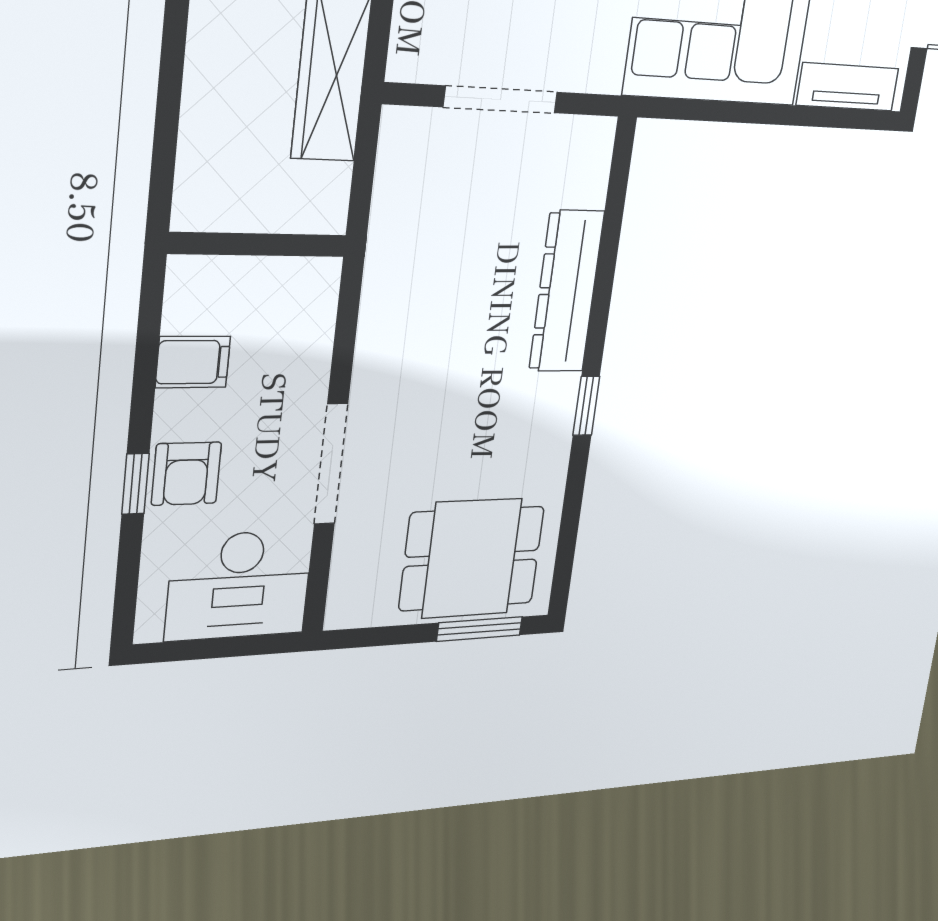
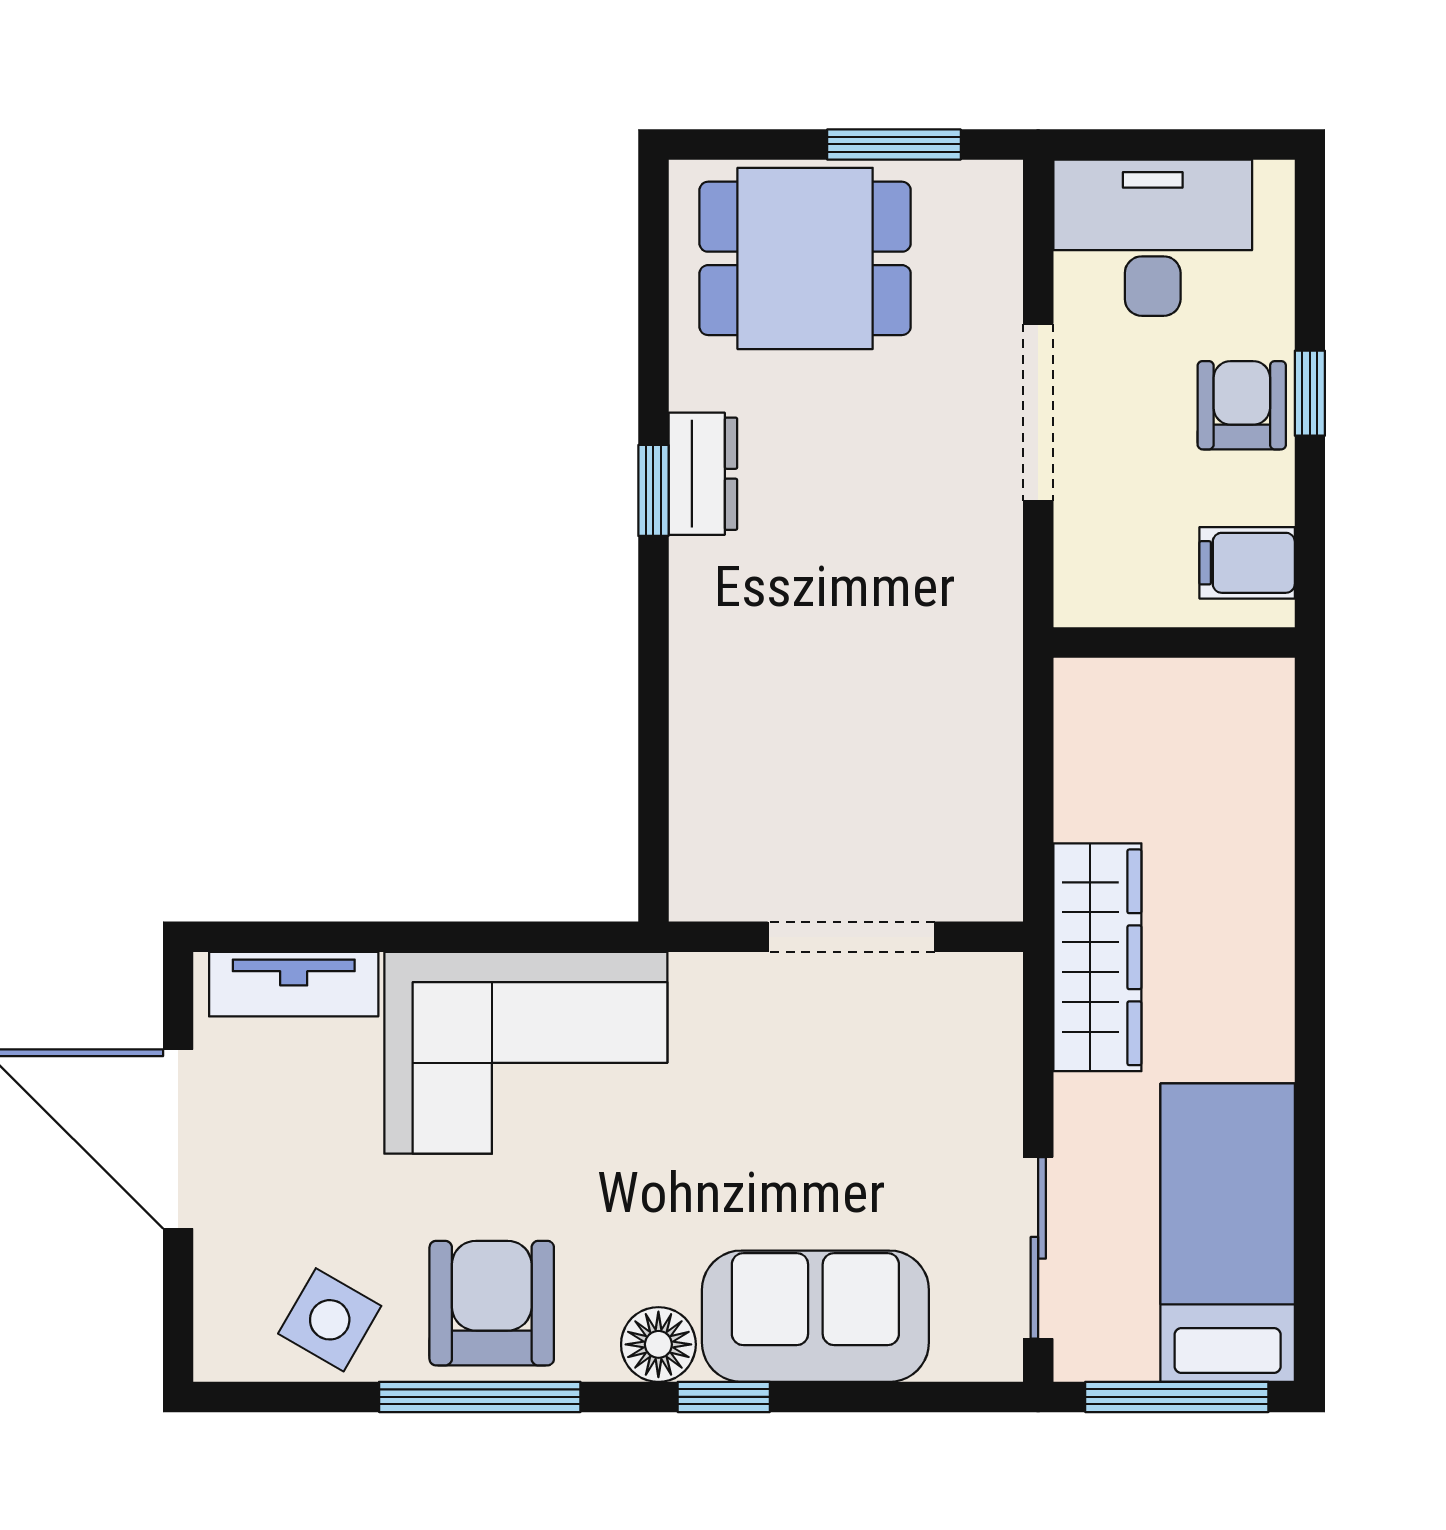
wall: (258, 245) -> (1174, 642), moved
dresser: (567, 291) -> (703, 474), moved, width x0.51, depth x0.80
window: (480, 629) -> (894, 144), moved

